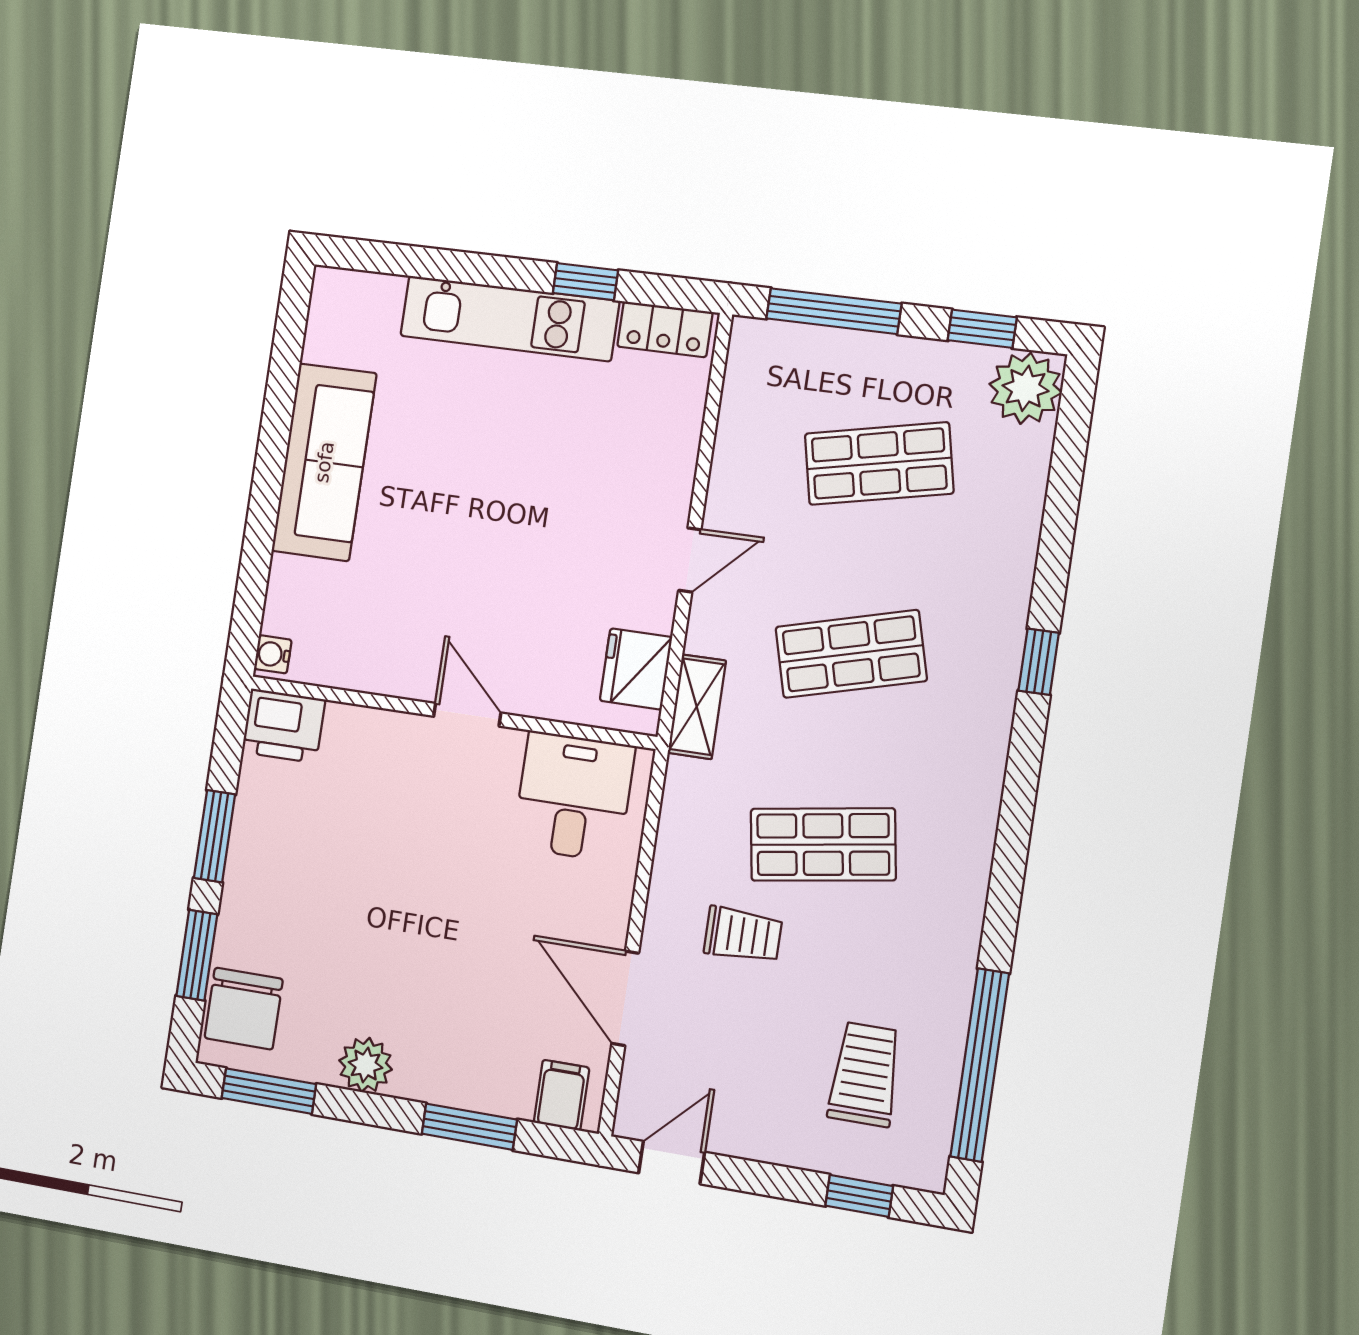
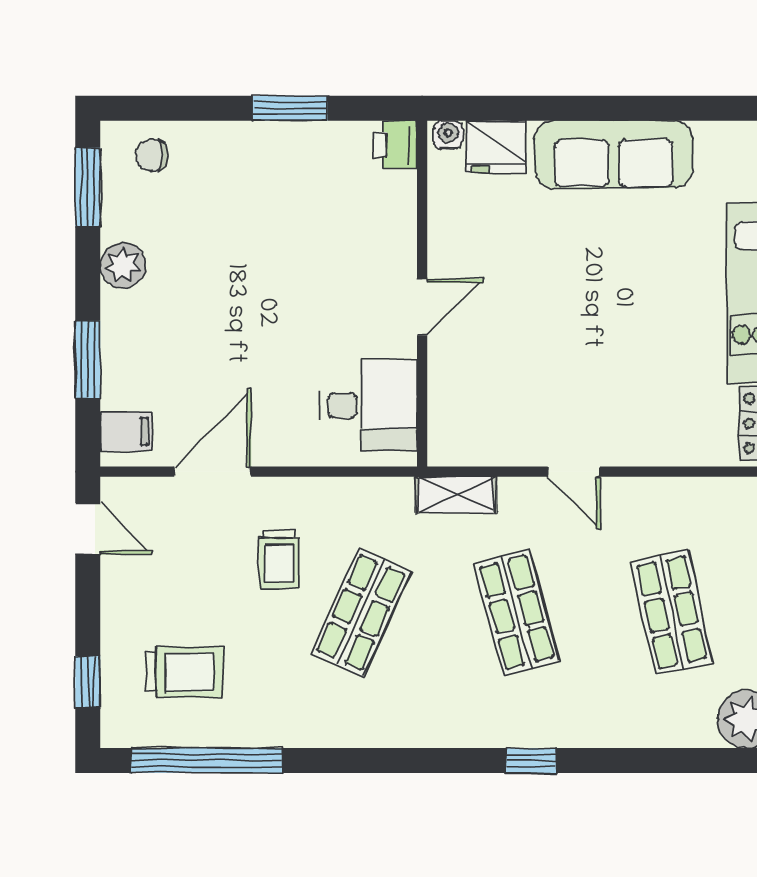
fridge: (636, 669) -> (496, 146), moved, turned 180
printer: (283, 726) -> (395, 145), width x0.73, depth x0.81
shop shelf: (823, 845) -> (361, 612), turned 33
window: (197, 955) -> (189, 108), removed
chair: (244, 1009) -> (152, 155), width x0.54, depth x0.54

